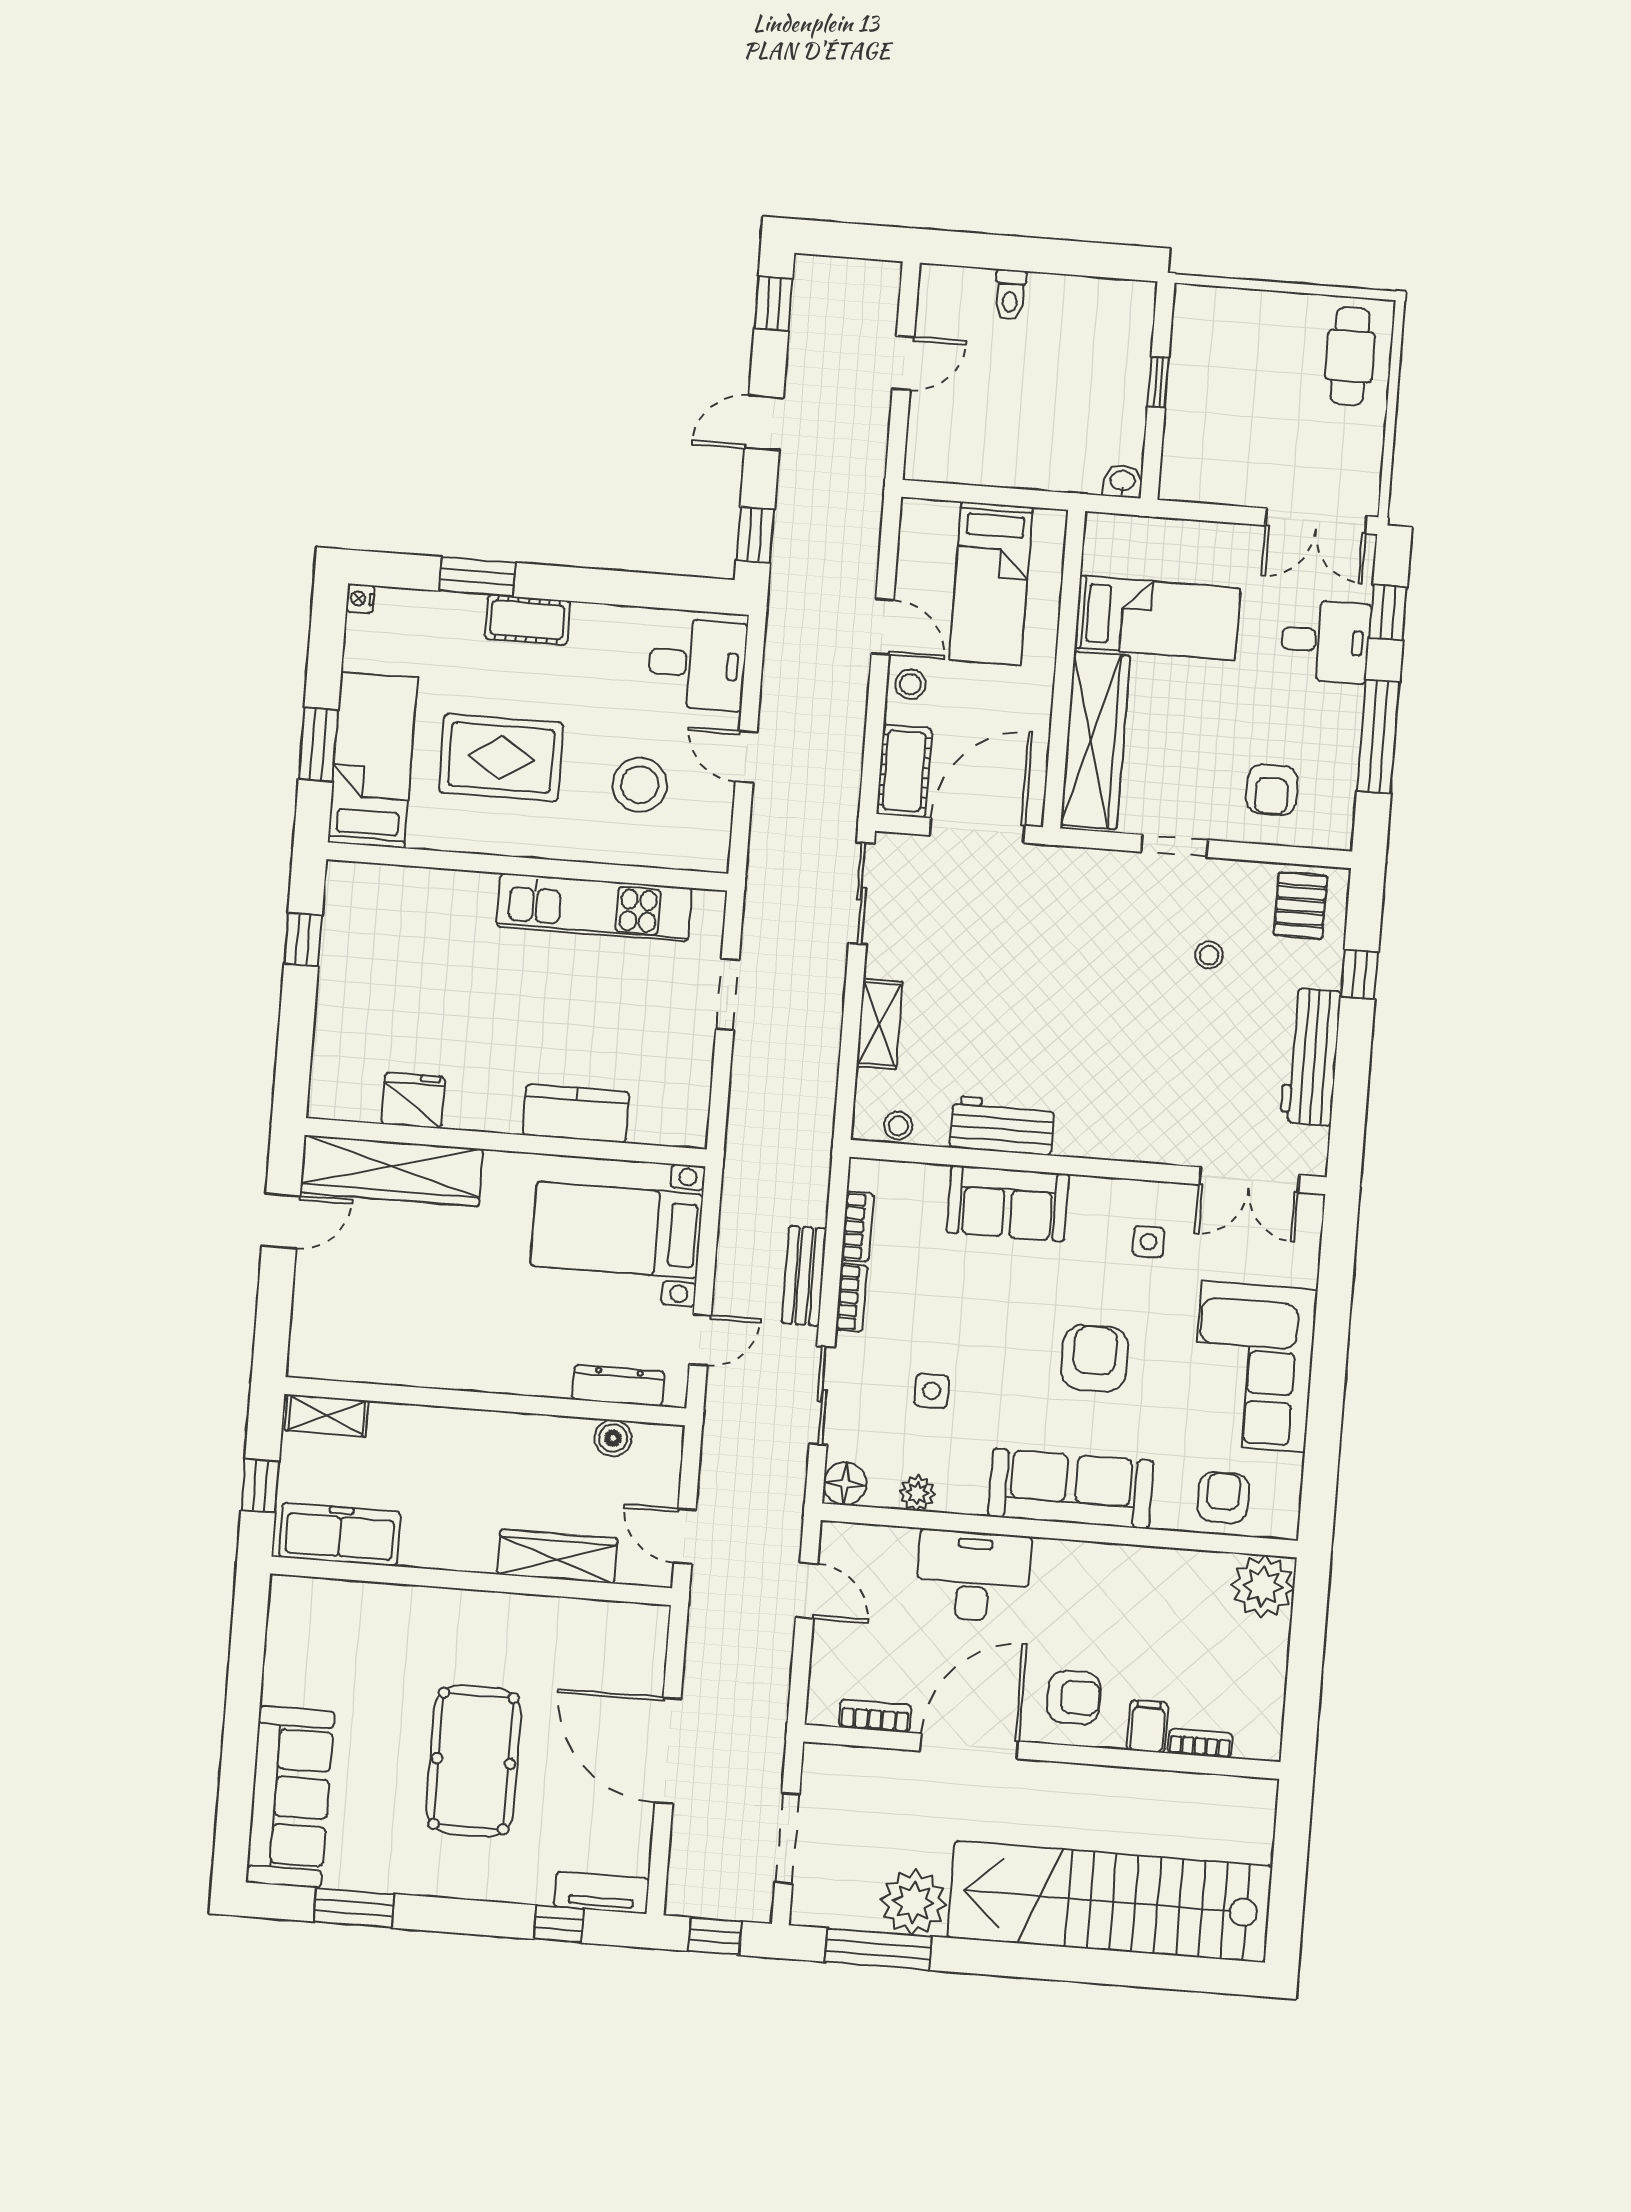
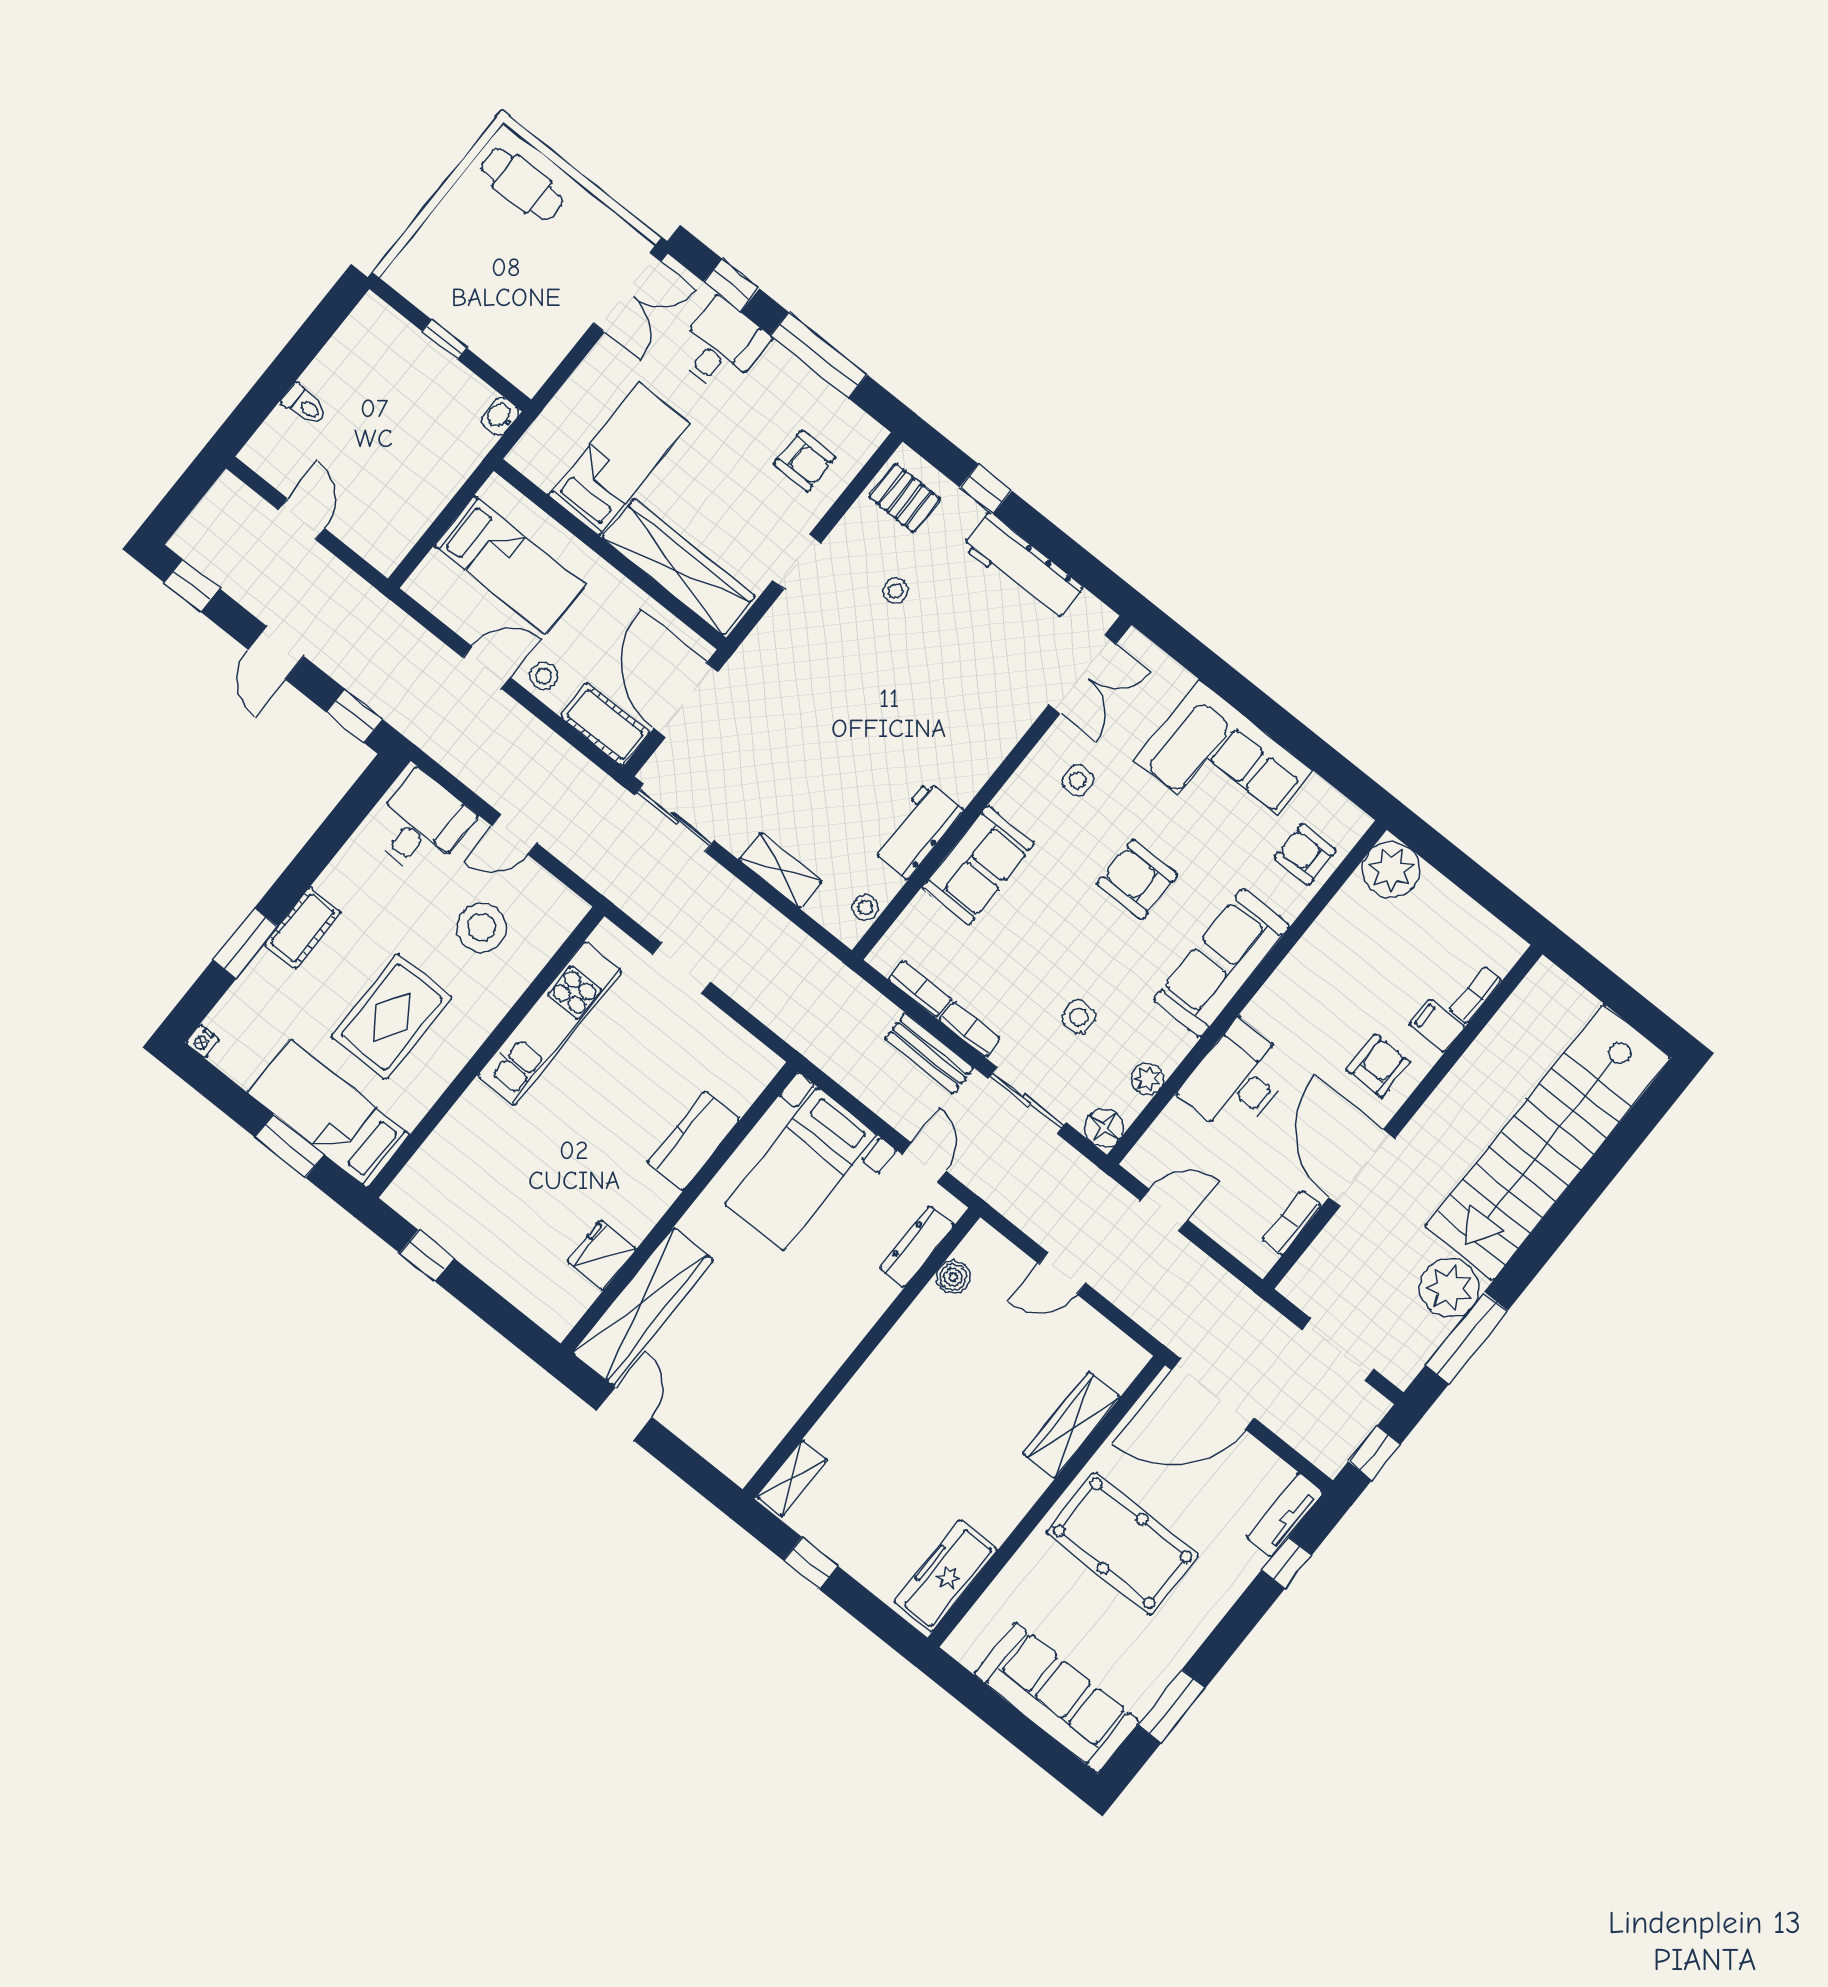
freezer: (340, 1534) -> (946, 1576), moved
wardrobe: (557, 1556) -> (1072, 1425), moved
wall: (471, 1581) -> (1046, 1501), moved

